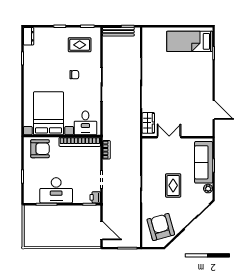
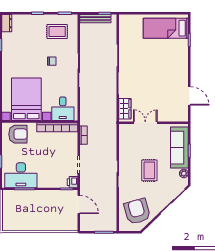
desk: (56, 190) -> (21, 175), moved
door: (102, 231) -> (79, 205), moved

